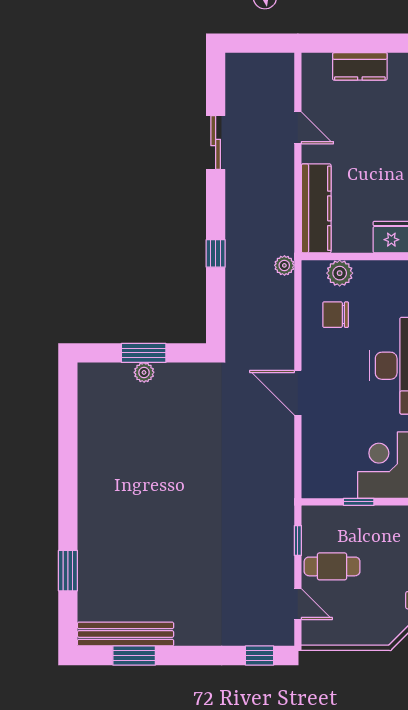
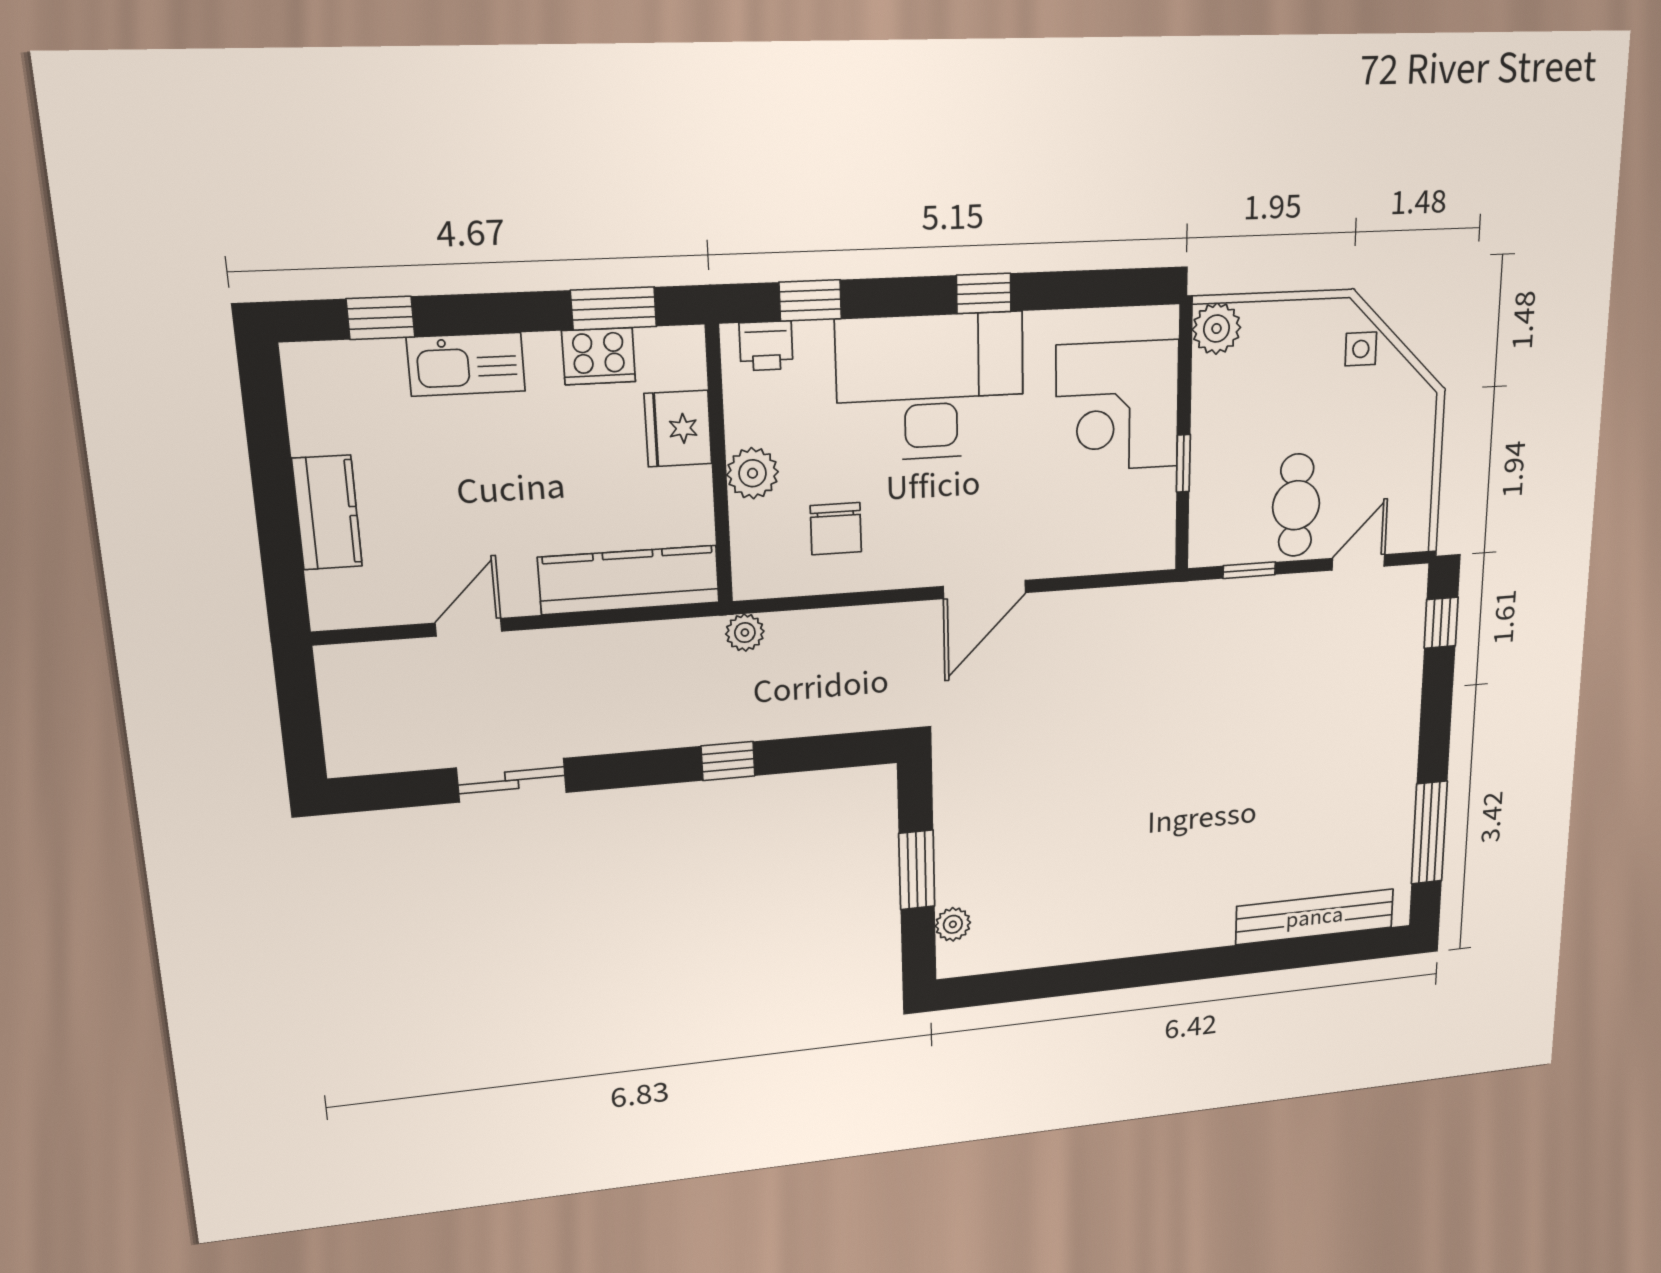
plant: (340, 273) -> (753, 473), moved
plant: (144, 372) -> (953, 924), moved
window: (68, 571) -> (1288, 954), removed
bench: (126, 634) -> (1315, 917), moved, turned 90
window: (134, 655) -> (1429, 833), width x1.44

